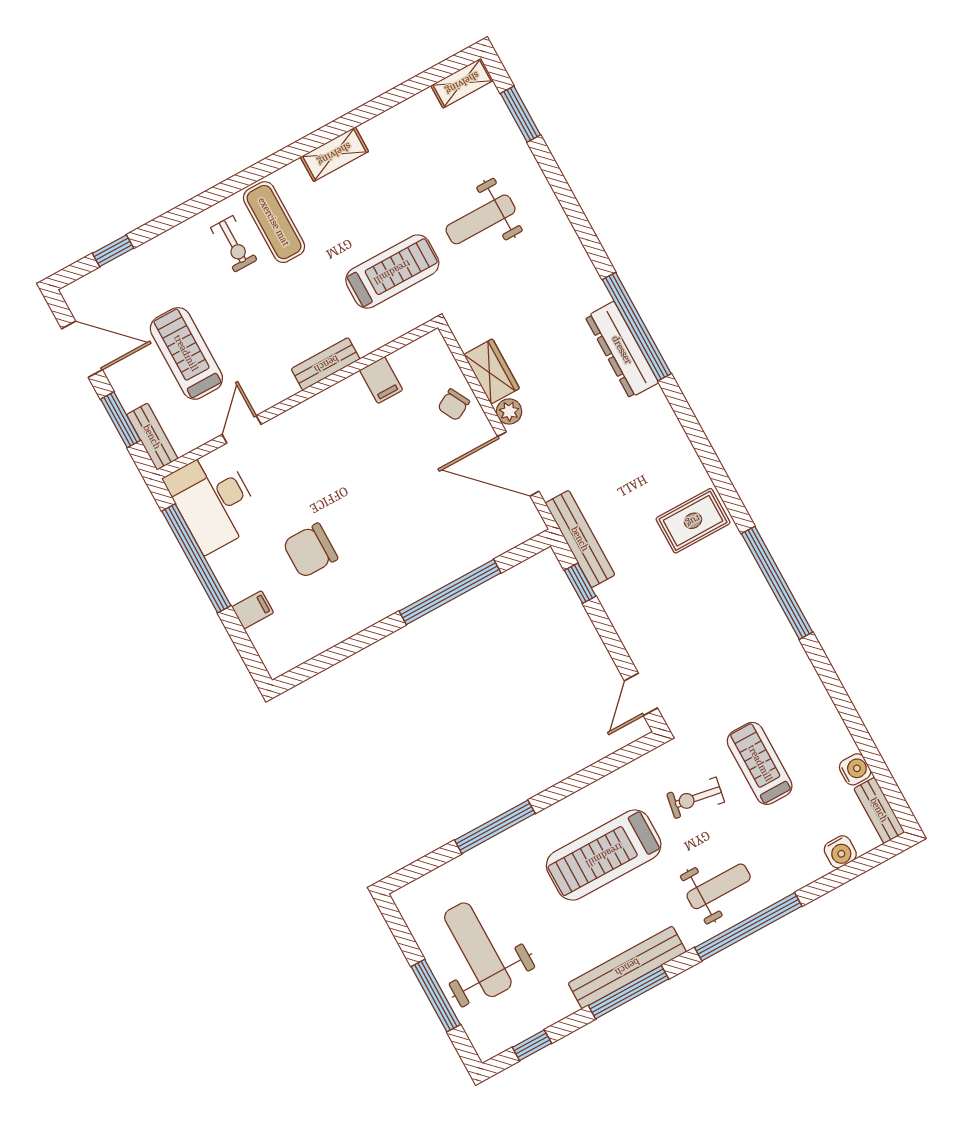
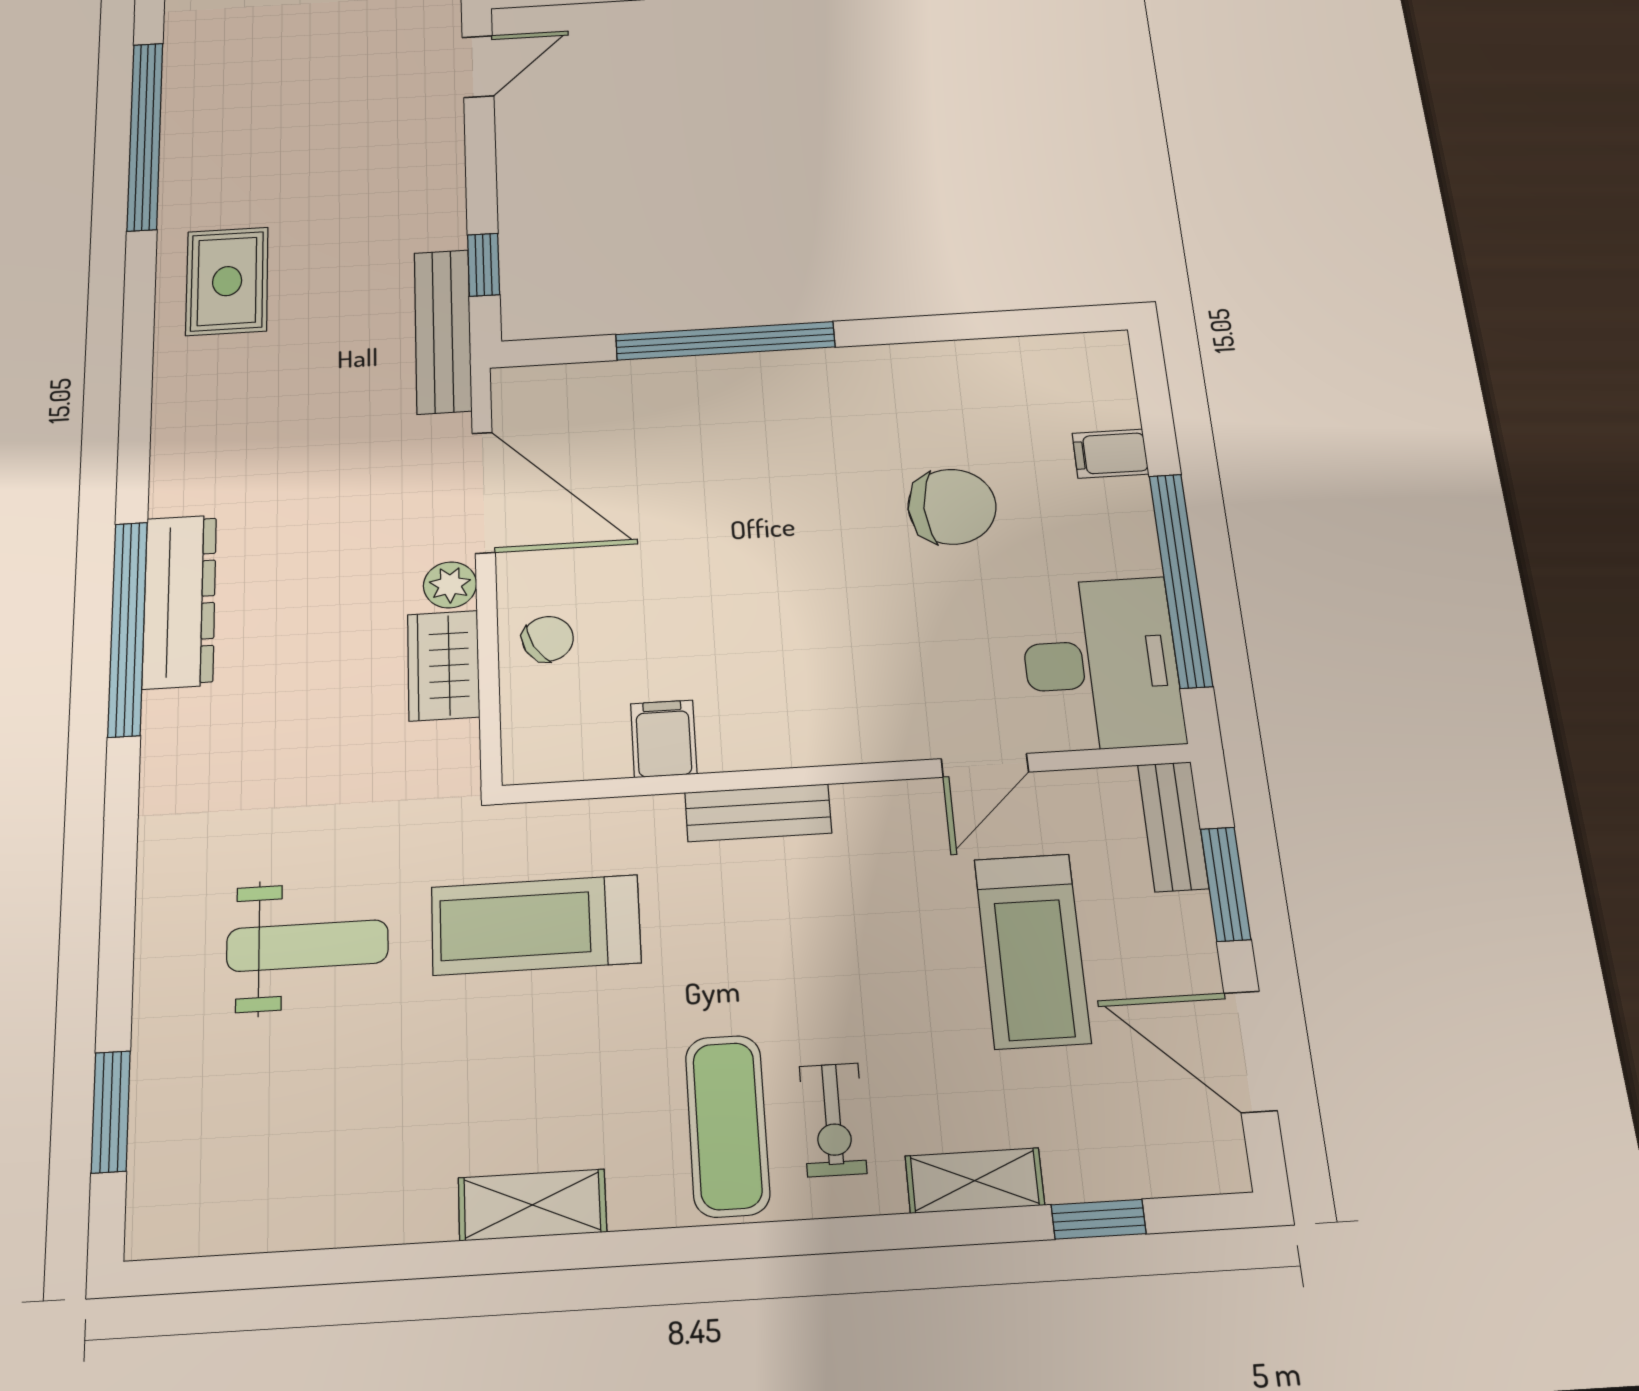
shelving: (462, 83) -> (975, 1181), moved
exercise bike: (234, 244) -> (833, 1120), turned 180
rug: (693, 521) -> (227, 281), turned 90

